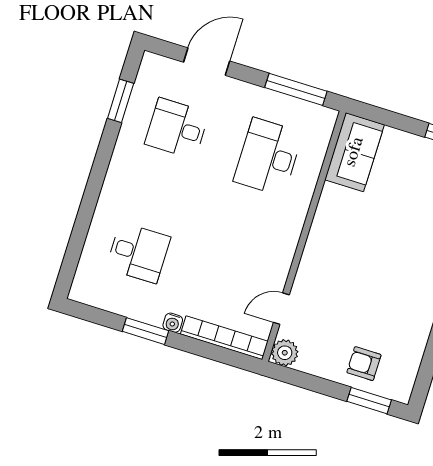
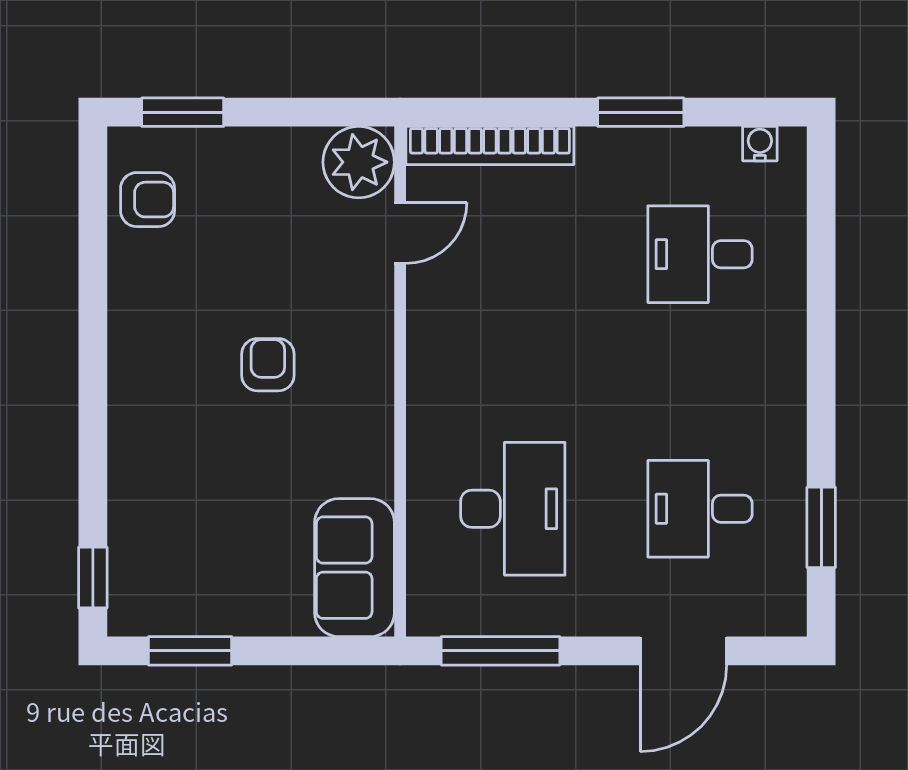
desk: (177, 128) -> (700, 509), turned 180
armchair: (366, 264) -> (268, 365), added
water cooler: (173, 323) -> (760, 144), moved
plant: (285, 353) -> (359, 162), width x1.36, depth x1.36
armchair: (364, 364) -> (148, 200), moved

